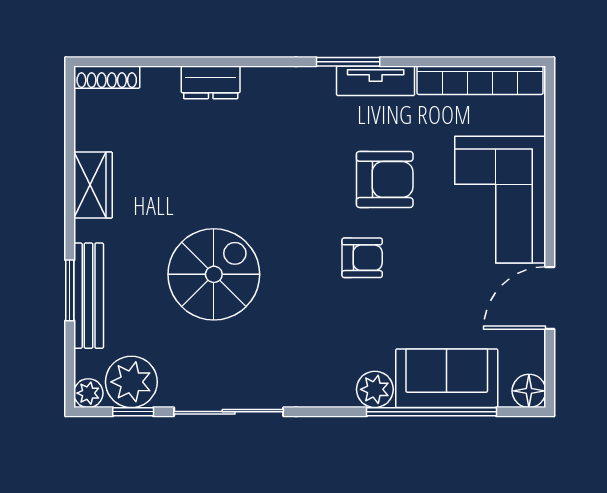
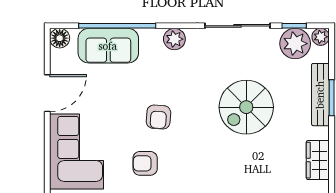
armchair: (385, 179) -> (145, 163), width x0.72, depth x0.72
armchair: (362, 258) -> (158, 117), turned -86
plant: (375, 389) -> (174, 39), moved

